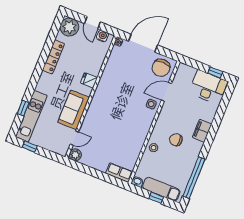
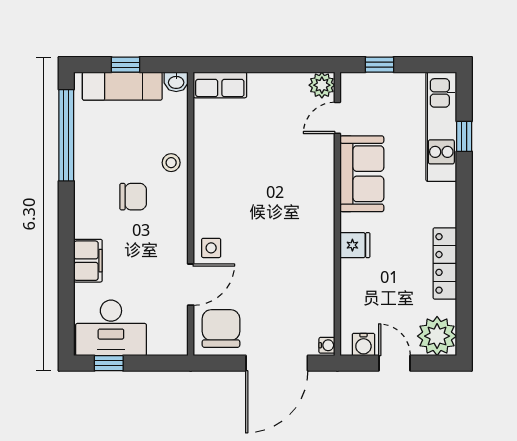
filing cabinet: (202, 131) -> (88, 261), moved
window: (30, 147) -> (379, 65), moved

